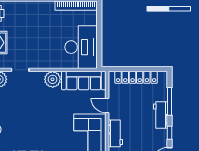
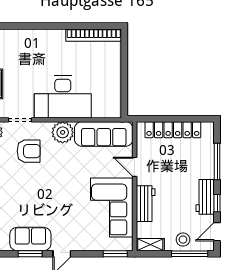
desk: (81, 47) -> (63, 97), moved, turned 90
armchair: (27, 94) -> (29, 151), added
workbench: (161, 115) -> (205, 197), moved

